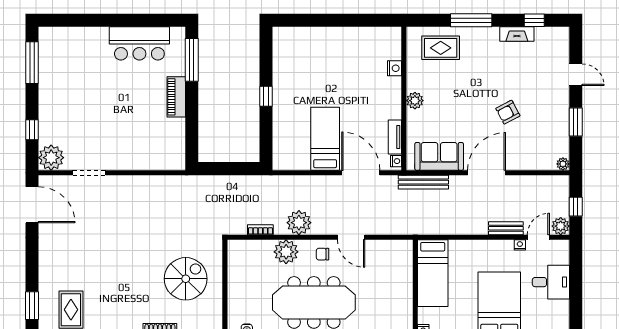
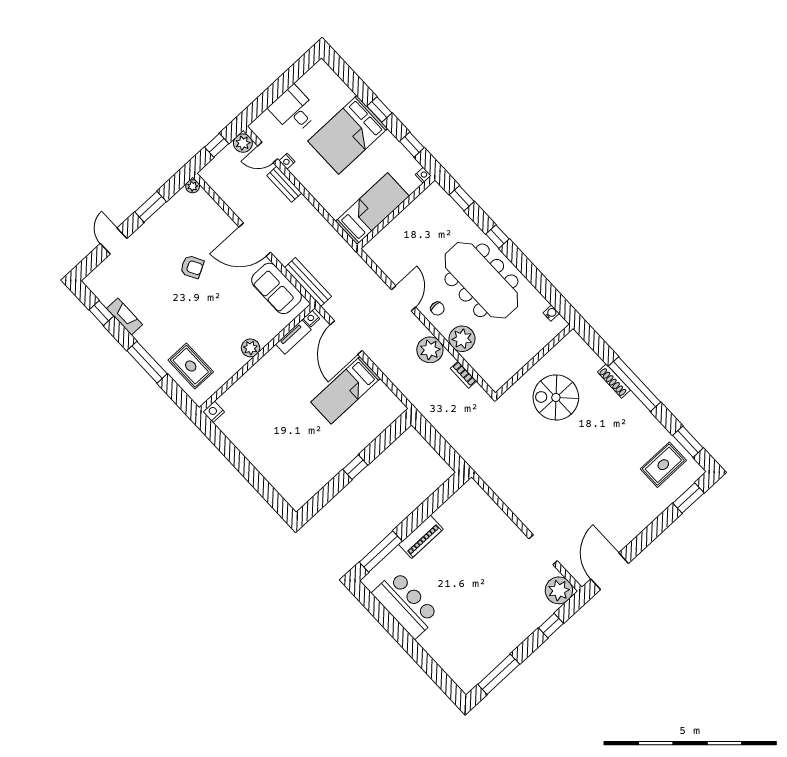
nightstand: (395, 68) -> (214, 412), moved

